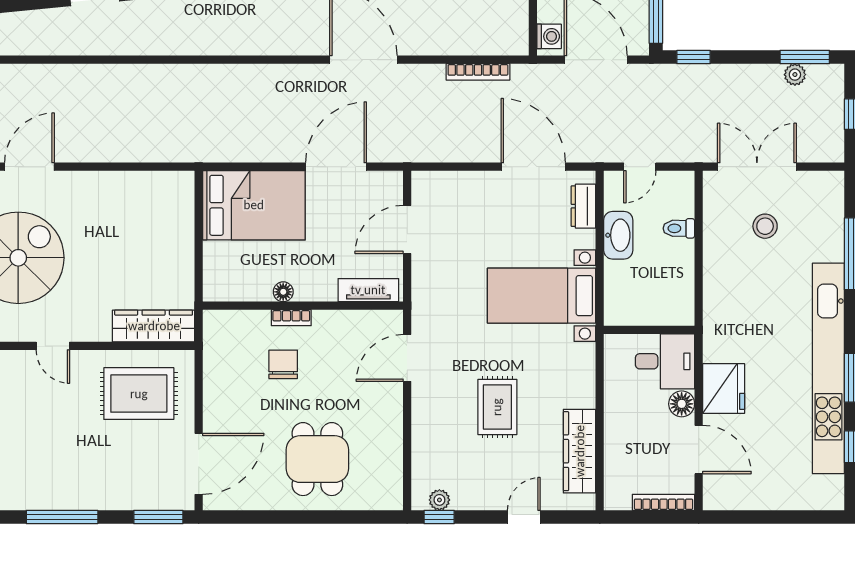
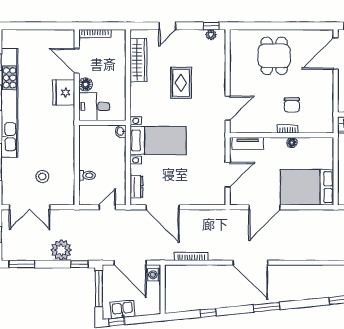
plant: (795, 75) -> (61, 250), moved, width x1.88, depth x1.88
double door: (757, 167) -> (30, 207), moved
washbasin: (618, 235) -> (121, 131), moved, width x0.52, depth x0.69

